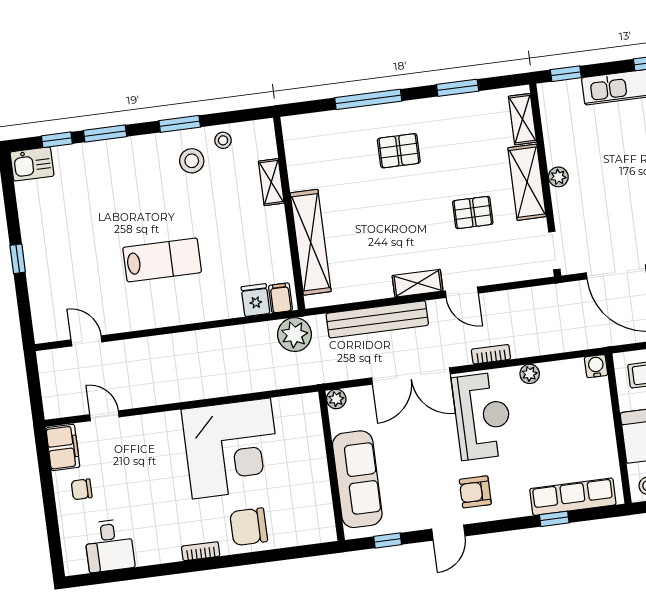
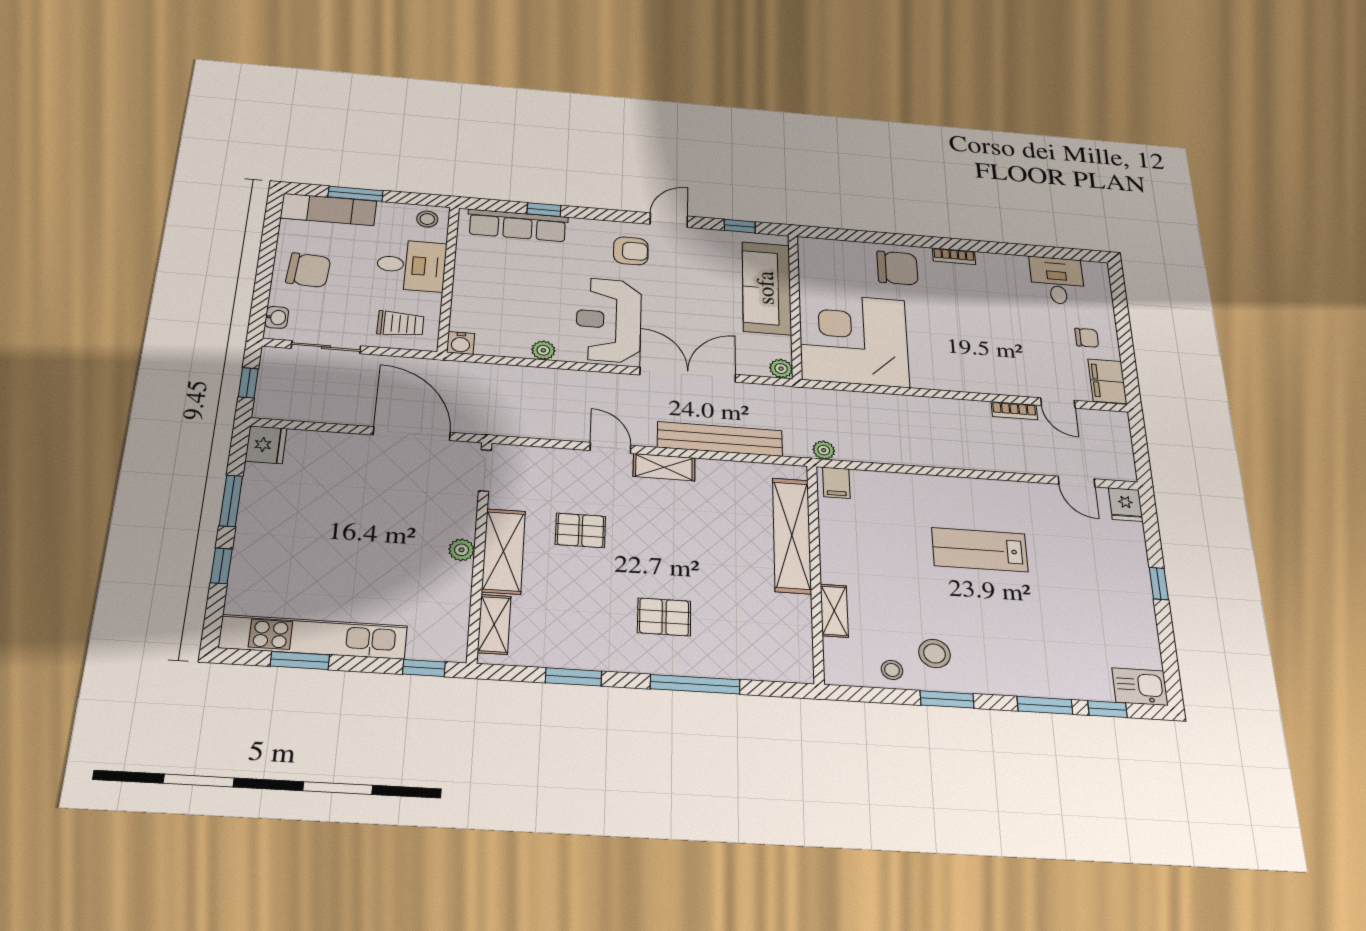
fridge: (255, 300) -> (1126, 505), moved
plant: (295, 335) -> (824, 450), width x0.53, depth x0.53
bookcase: (491, 354) -> (1014, 411), moved
corner desk: (231, 448) -> (854, 340), moved

